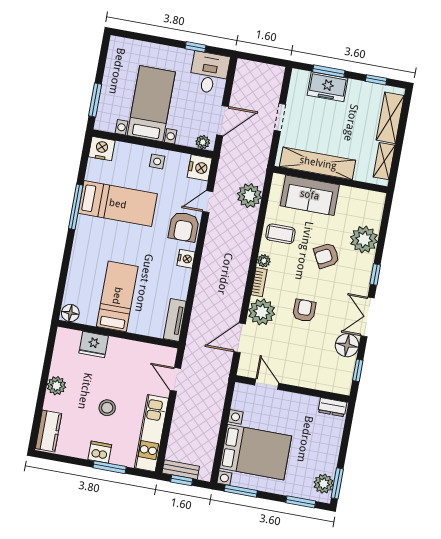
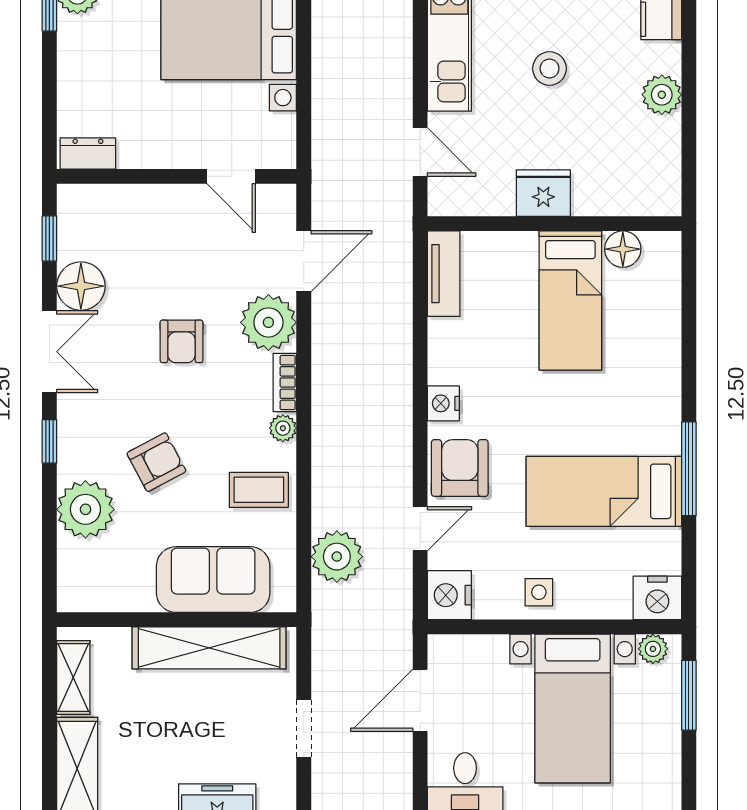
plant: (203, 142) -> (653, 649), moved
floor lamp: (70, 313) -> (623, 249), moved
fridge: (94, 344) -> (543, 193), moved

